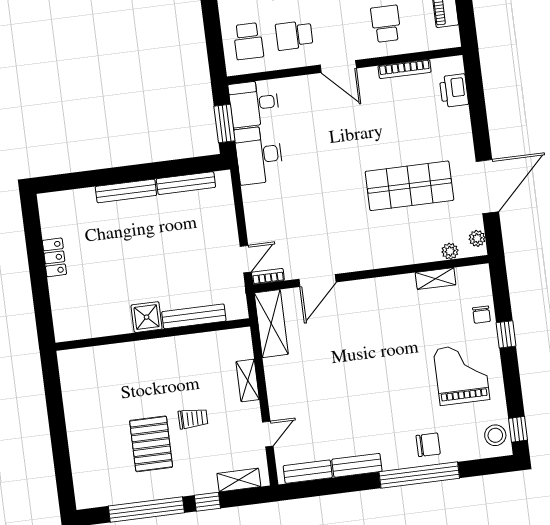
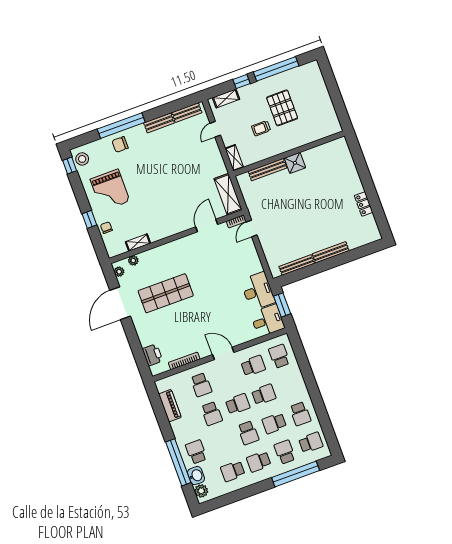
bench: (194, 316) -> (267, 170), moved
shower: (147, 317) -> (295, 163), moved
wall: (153, 335) -> (289, 153), moved

